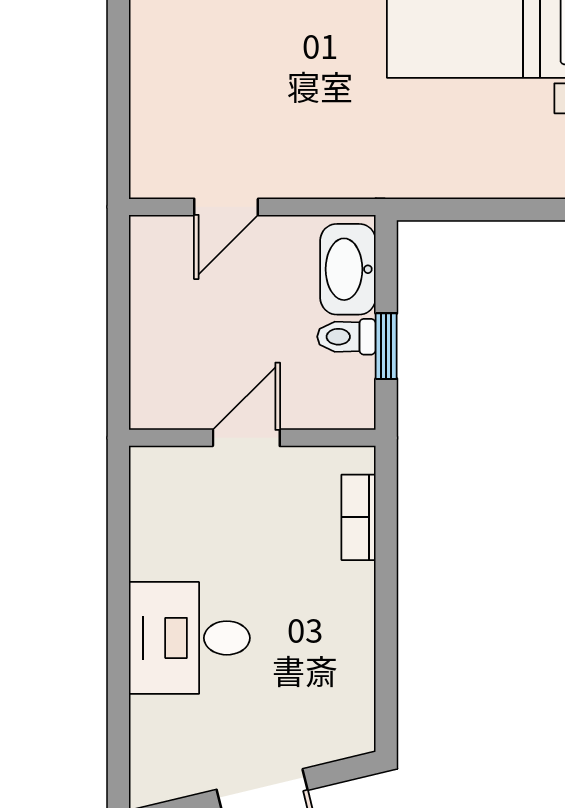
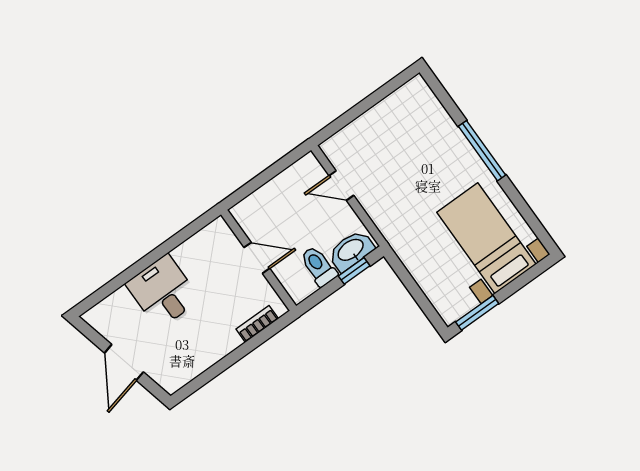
toilet: (346, 337) -> (319, 266), width x1.37, depth x1.39
window: (386, 346) -> (354, 271), moved

